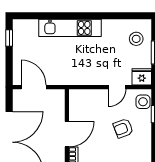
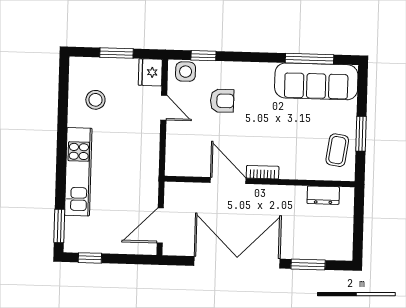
window: (31, 16) -> (59, 226), added
stool: (136, 39) -> (95, 100), moved
armchair: (123, 128) -> (222, 101), turned -69

